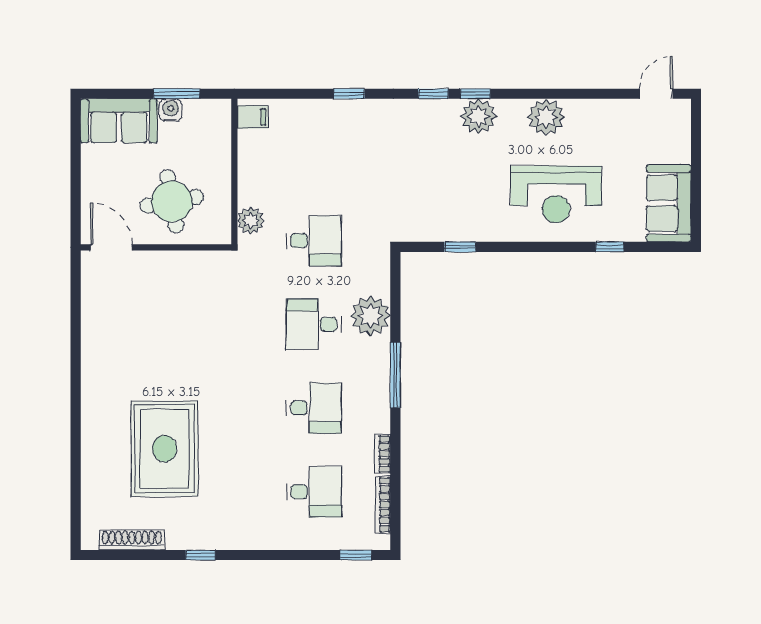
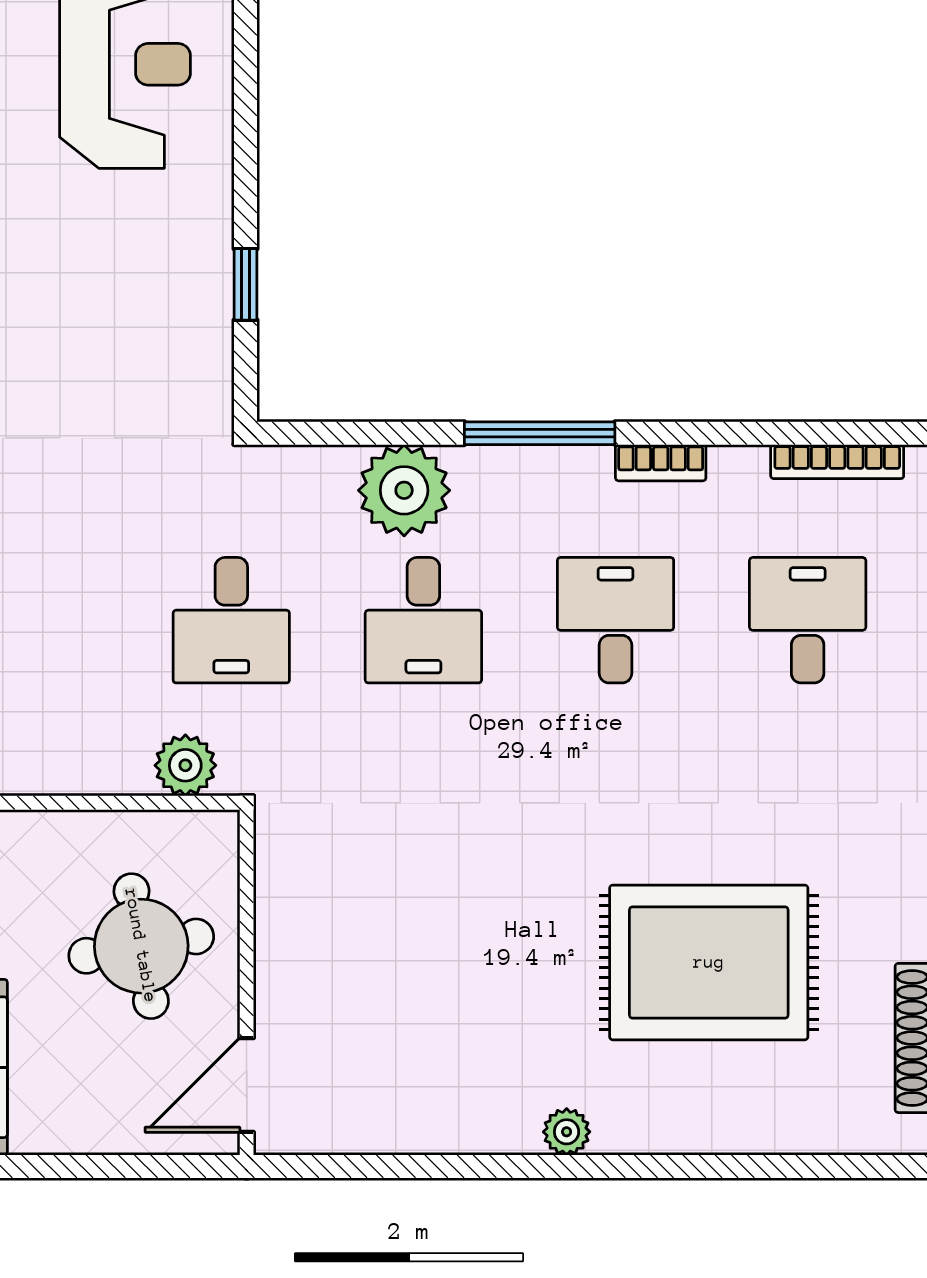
desk: (314, 241) -> (231, 620), turned 180
plant: (91, 387) -> (567, 1132), added
bookcase: (382, 454) -> (661, 463), moved

